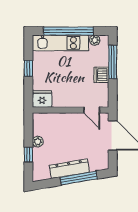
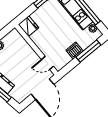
door: (92, 110) -> (47, 63), hinge flipped

